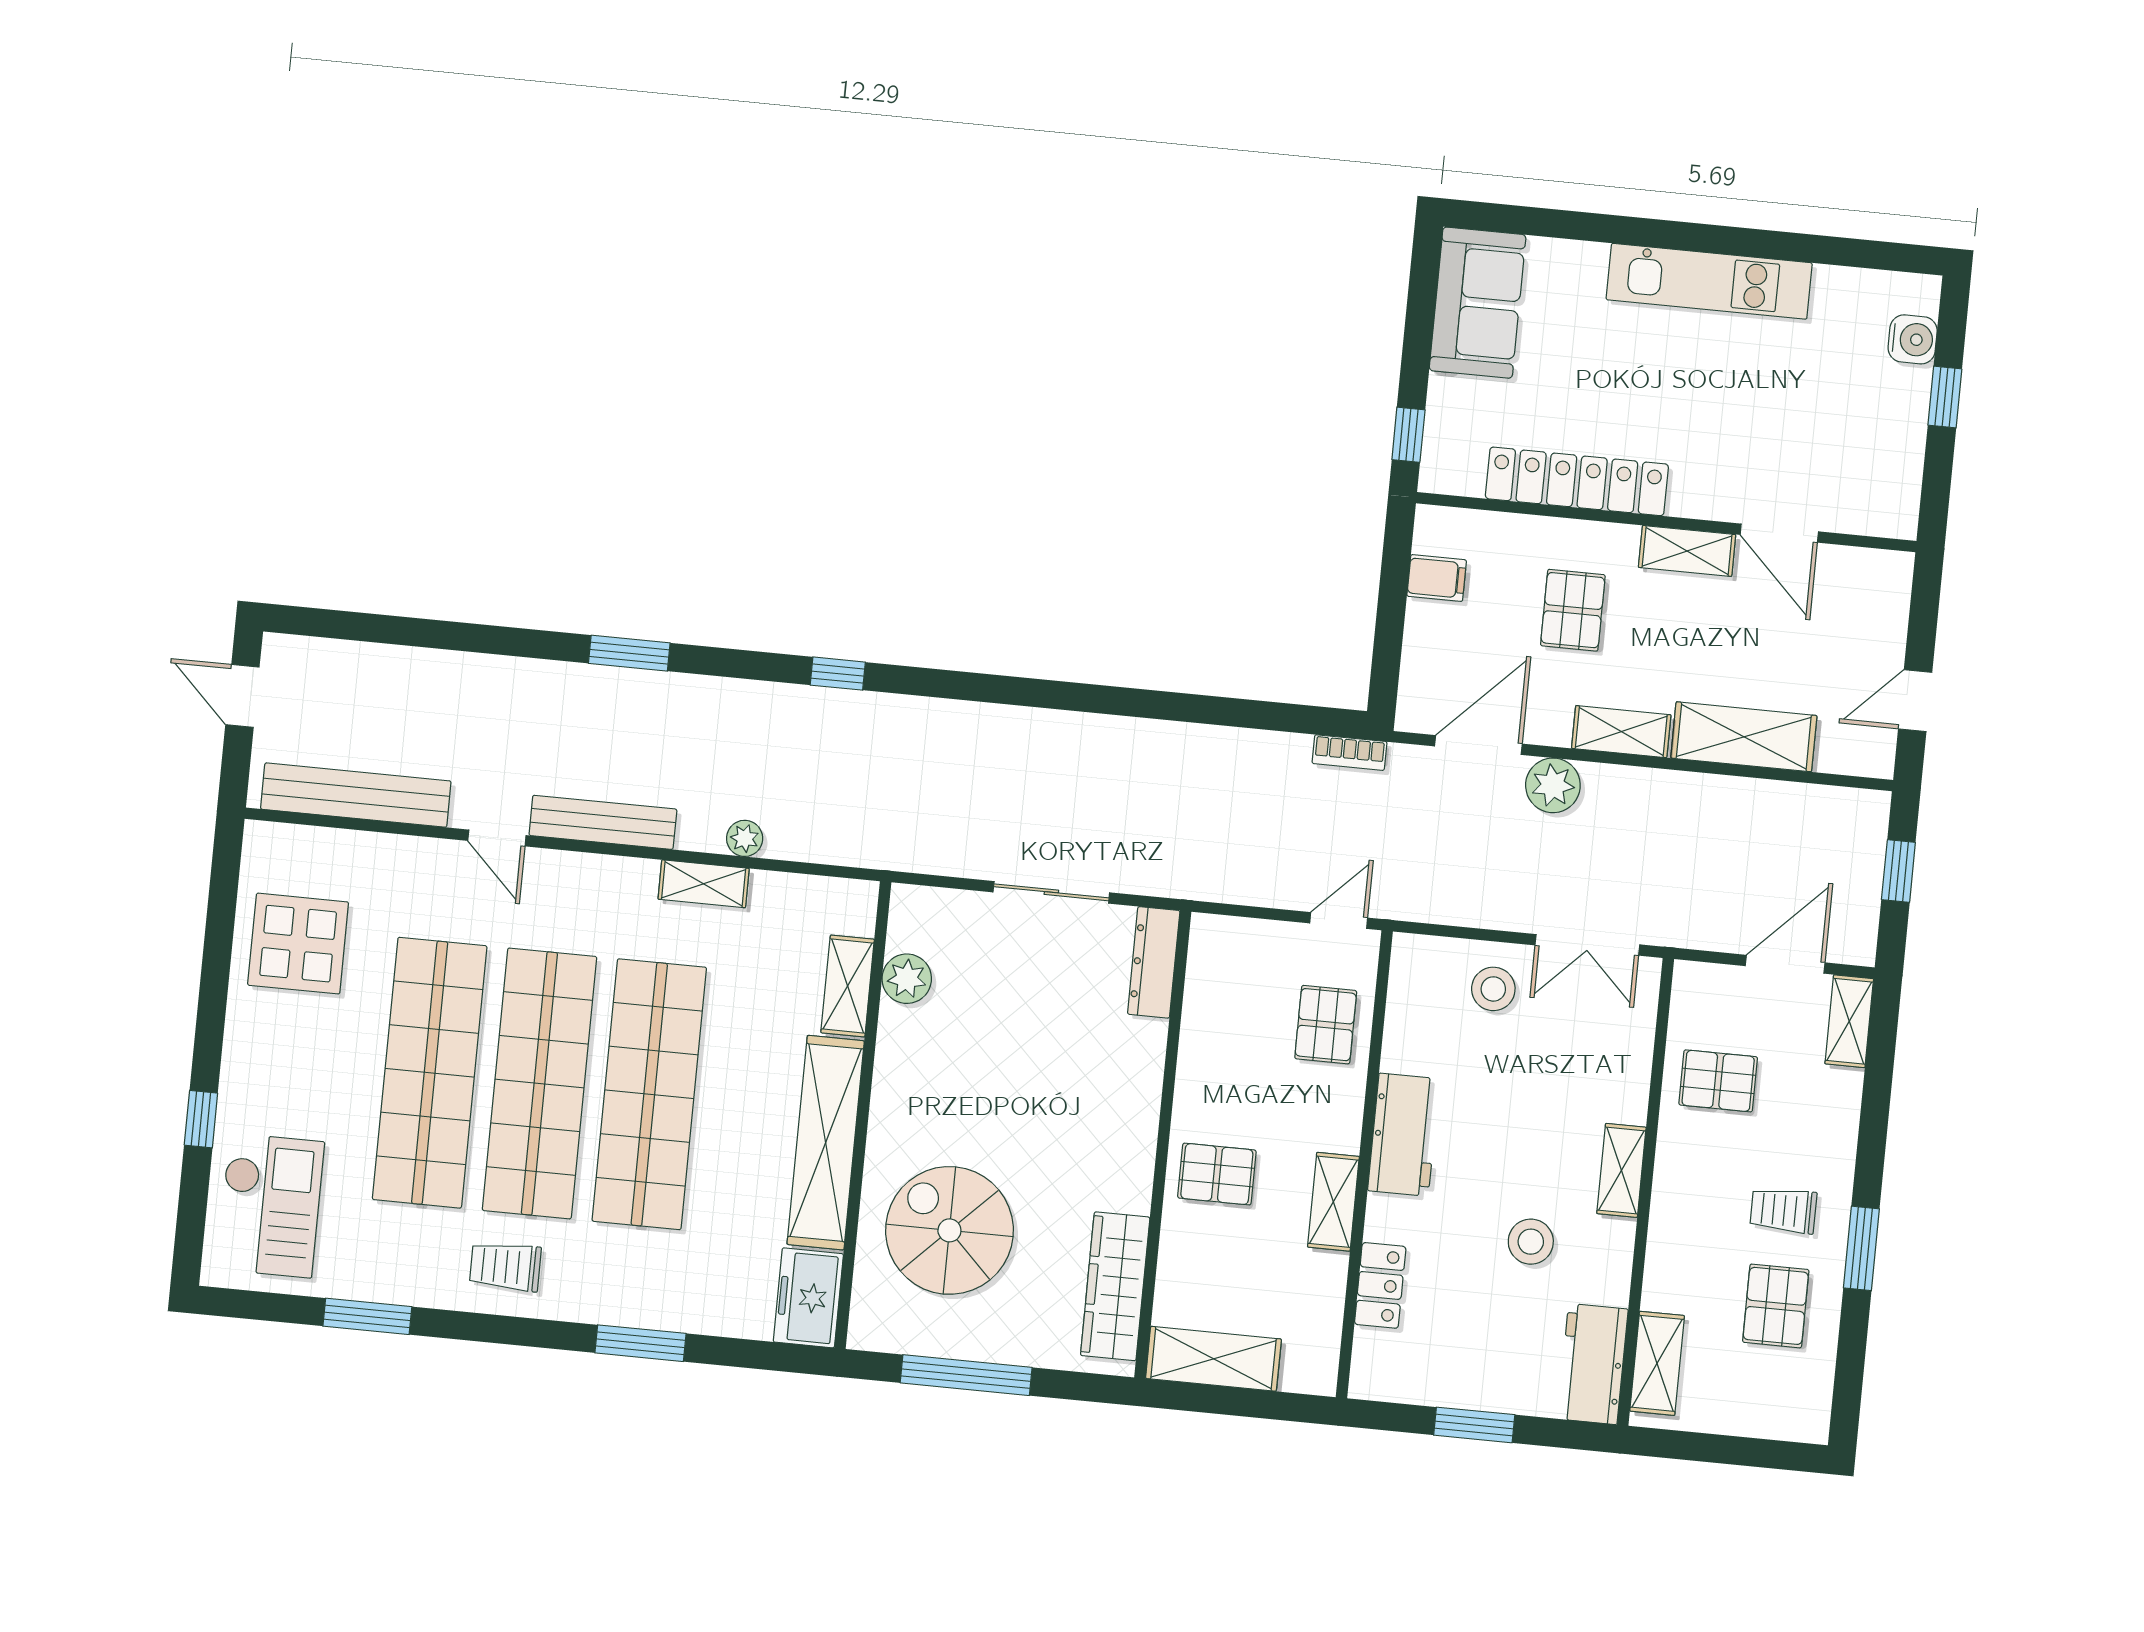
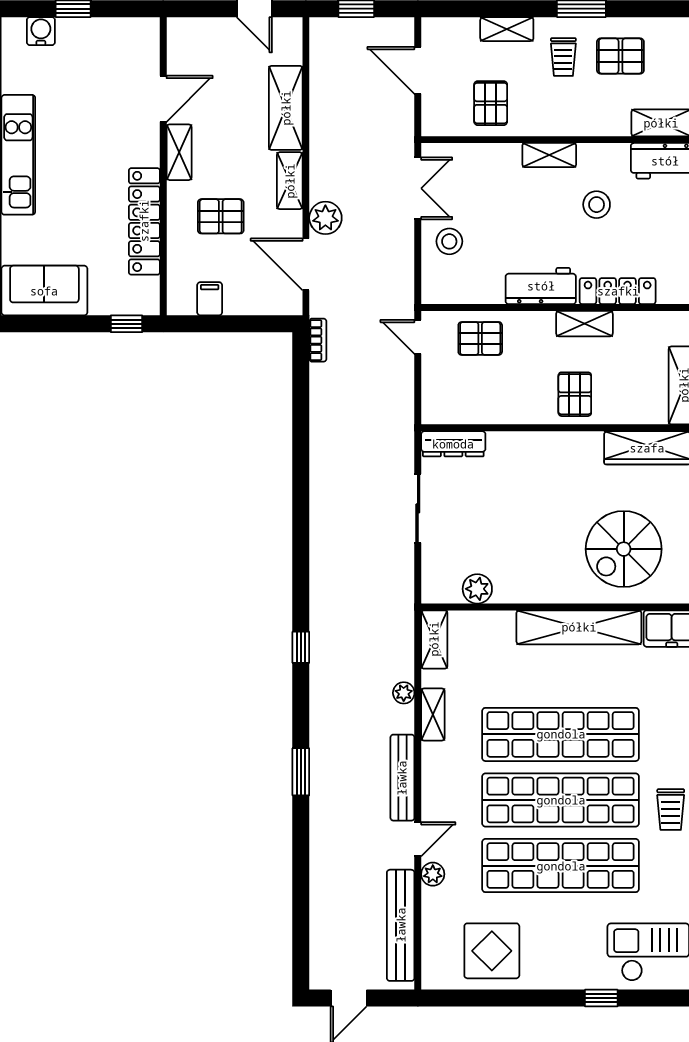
plant: (436, 857) -> (433, 874), added
shelving: (848, 986) -> (434, 639), moved, turned 90
shelving: (1849, 1021) -> (507, 29), moved
locker: (1380, 1285) -> (618, 291), width x1.53

